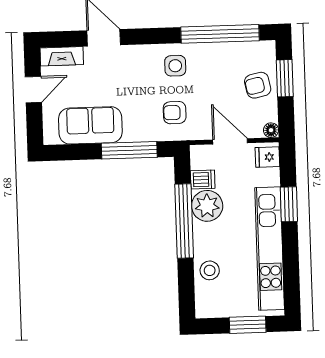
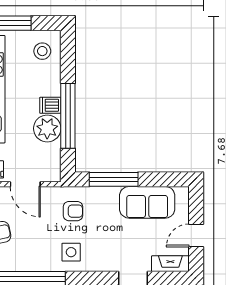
dishwasher: (203, 180) -> (50, 105), moved
stool: (210, 270) -> (42, 51), moved

